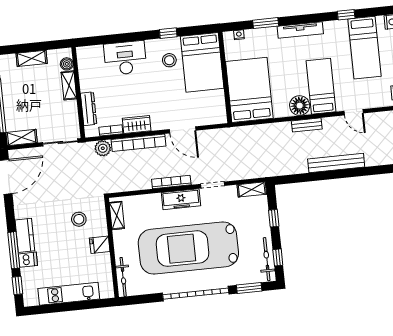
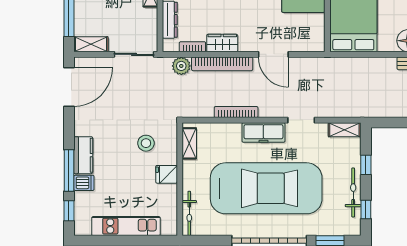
bookcase: (171, 182) -> (236, 112), moved
car: (188, 248) -> (266, 188), turned 180
bicycle: (267, 259) -> (353, 192), moved

